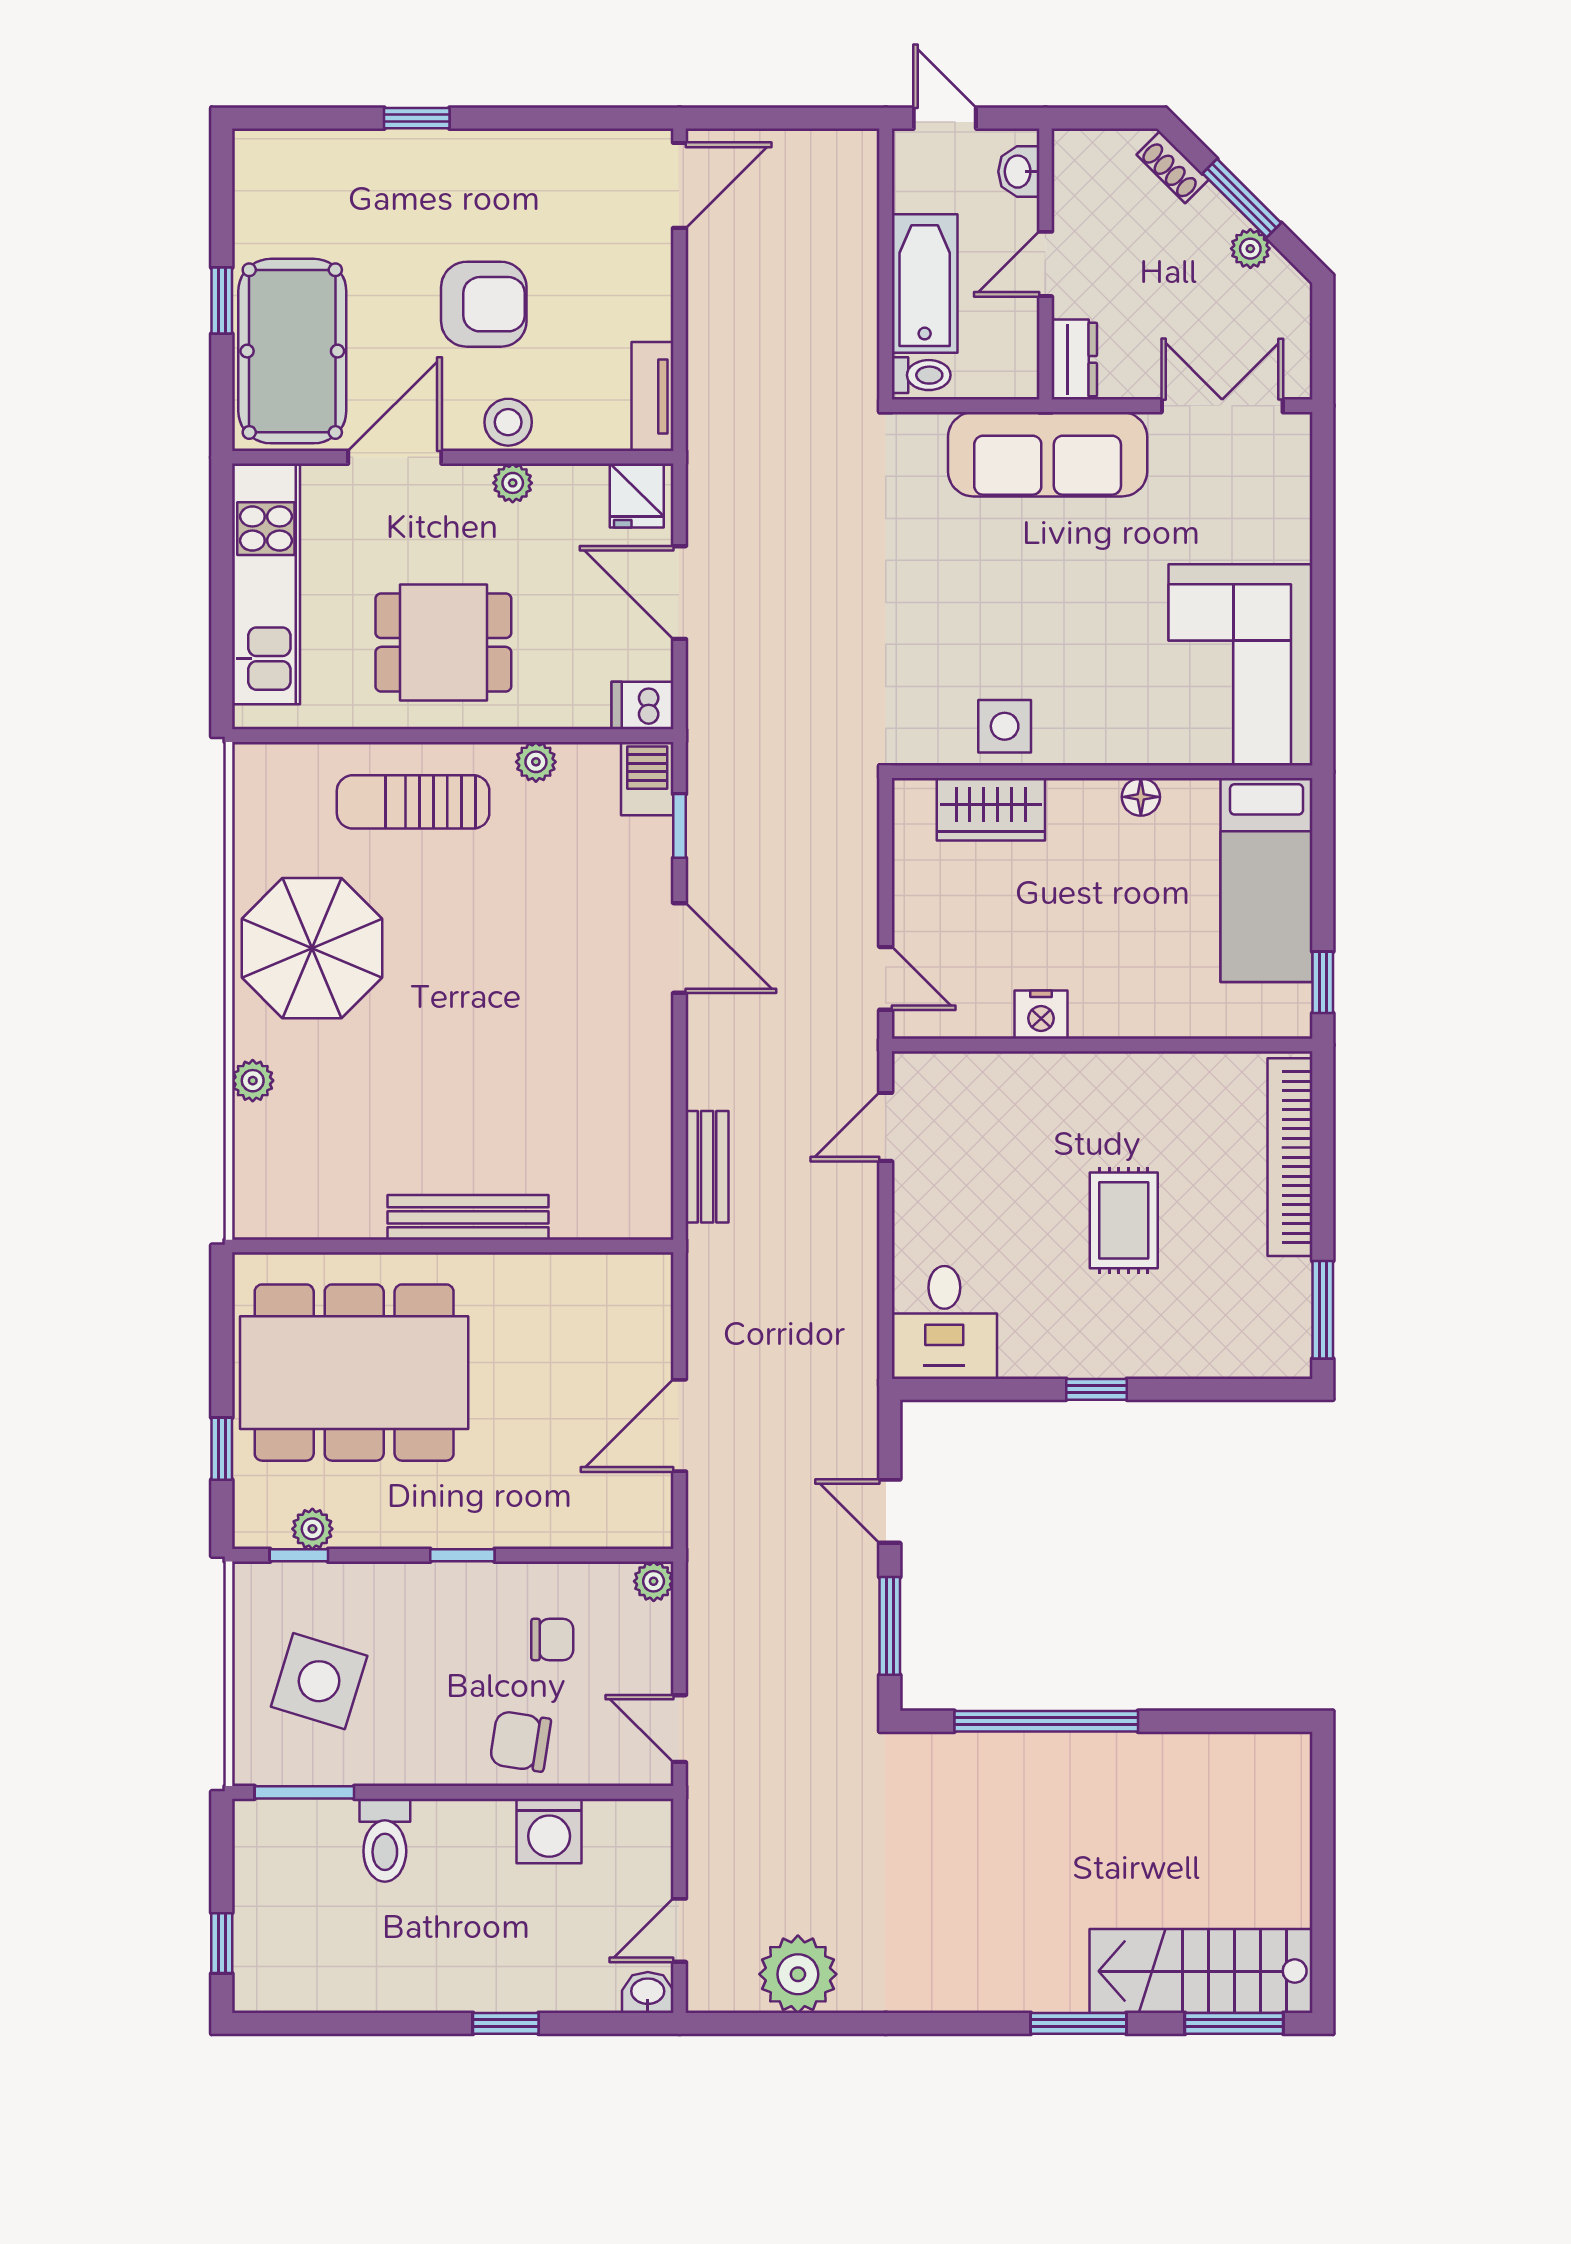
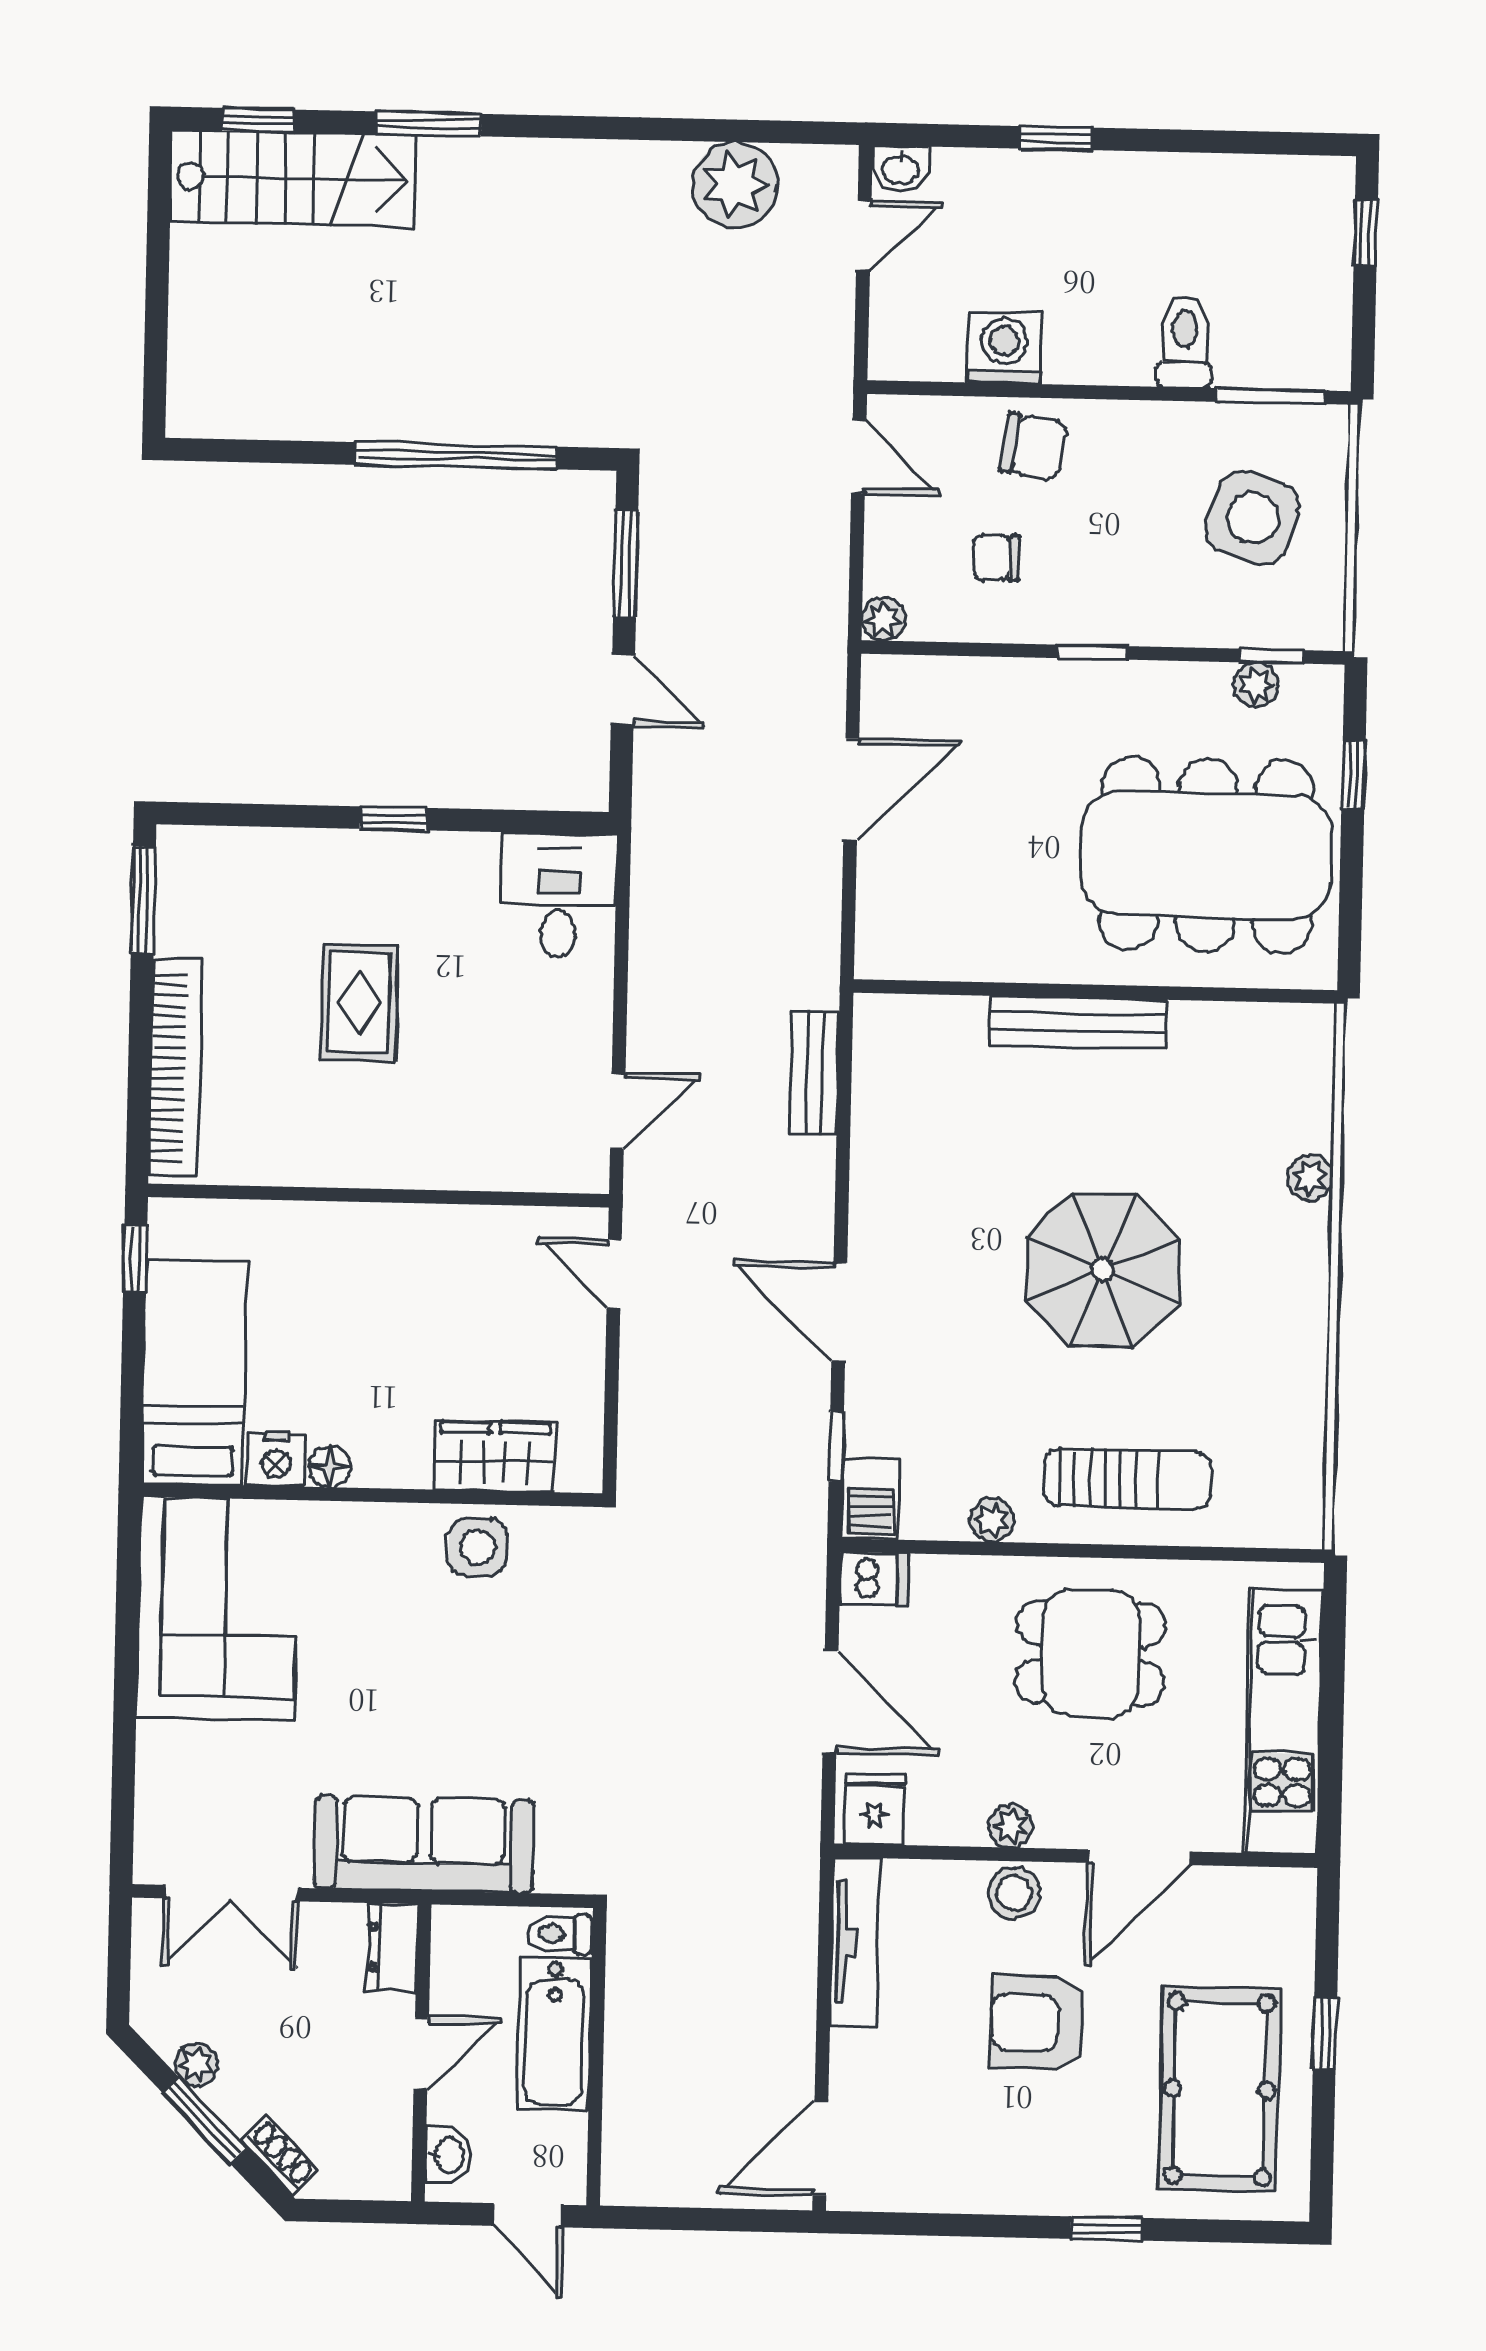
pool table: (292, 351) -> (1220, 2089), moved
tv unit: (652, 397) -> (855, 1942), width x1.41
parasol: (312, 948) -> (1103, 1269), moved
nightstand: (1041, 1015) -> (276, 1460), moved, turned 180
window: (1234, 2023) -> (258, 120), width x0.67

